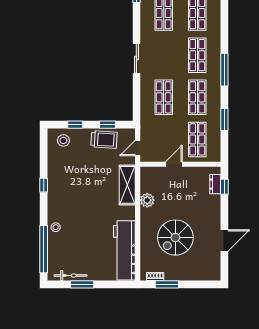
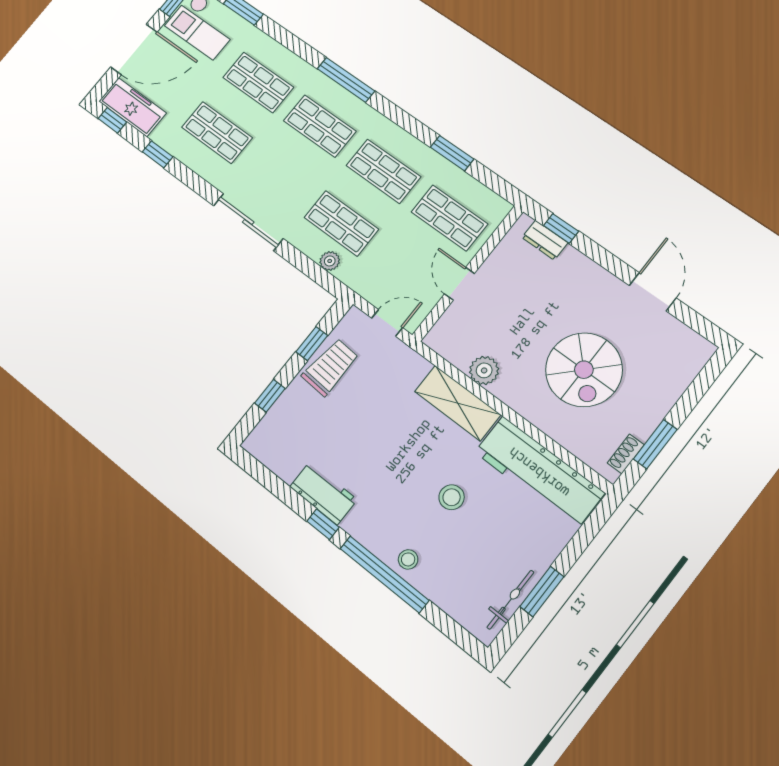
sliding door: (136, 58) -> (248, 222), width x1.37
window: (224, 70) -> (346, 80), moved
plant: (145, 105) -> (330, 261), added
stool: (63, 140) -> (452, 497), moved
door: (138, 148) -> (387, 323), swing flipped
workbench: (55, 176) -> (323, 493), added
shelving: (127, 185) -> (458, 403), moved
window: (44, 249) -> (384, 574), moved

